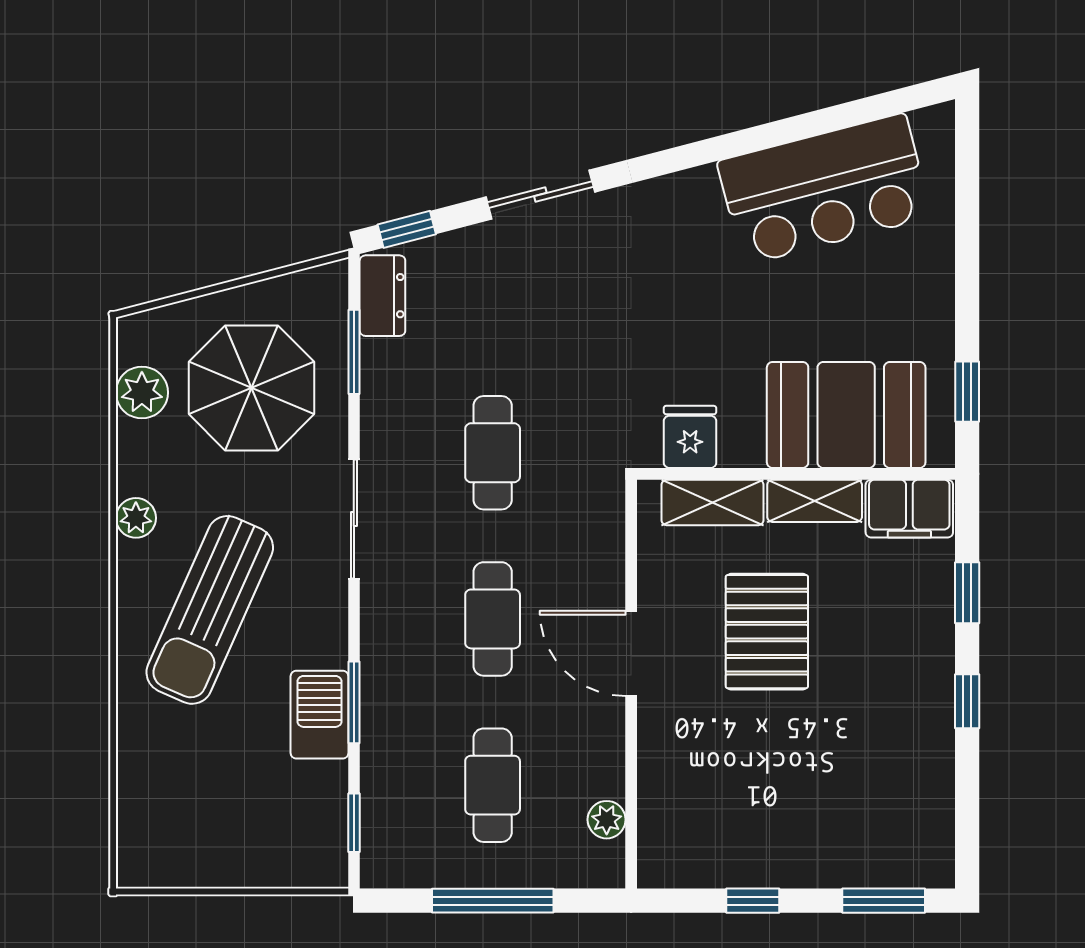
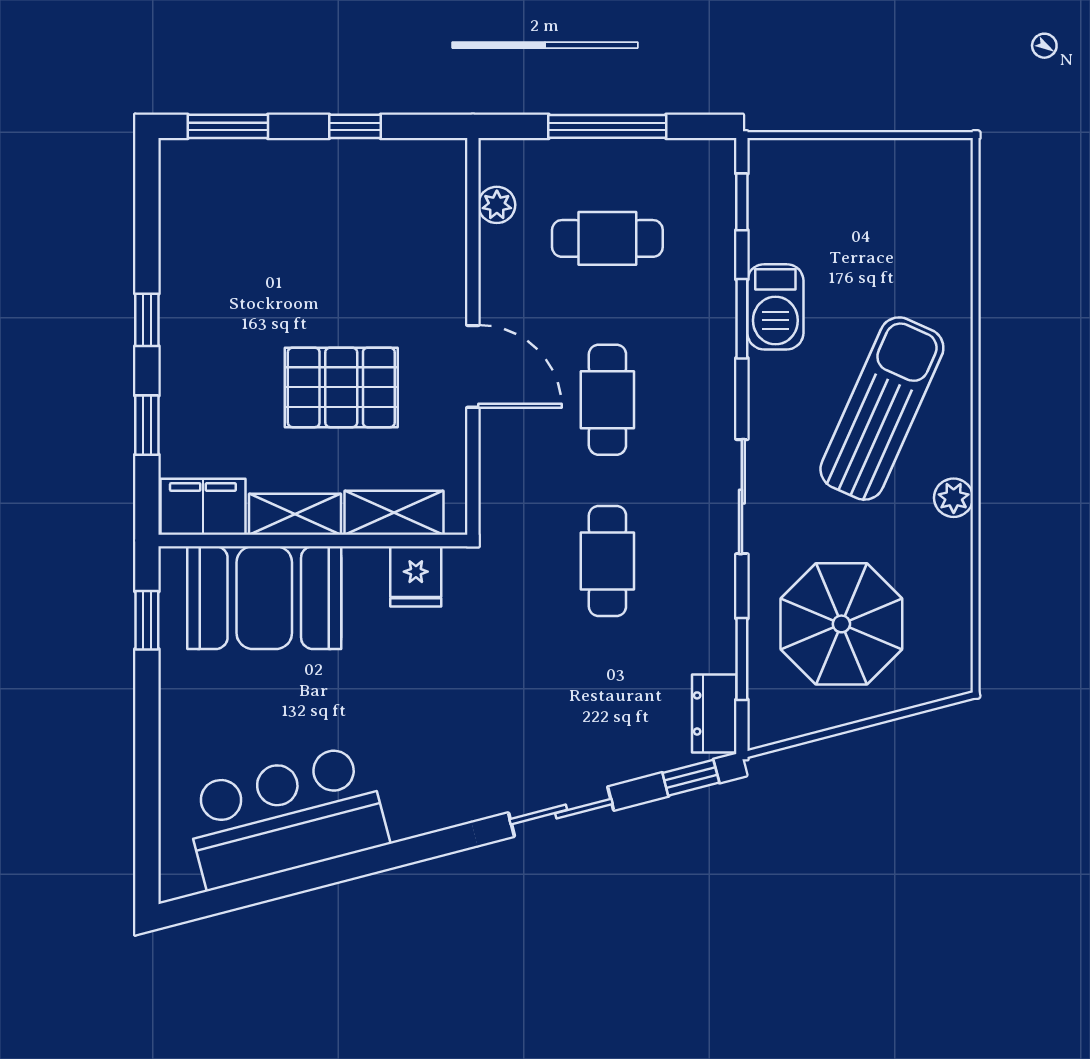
plant: (142, 393) -> (948, 619), removed
pallet: (767, 632) -> (341, 387), turned 90
cafe table: (493, 785) -> (607, 238), turned 90

